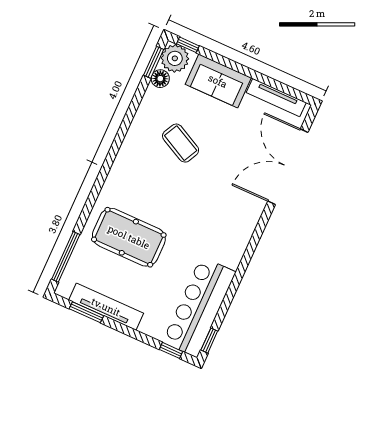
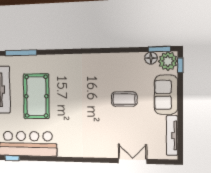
coffee table: (181, 143) -> (124, 99), moved, turned 63
double door: (288, 167) -> (133, 161), width x0.54
pool table: (129, 237) -> (36, 96), moved

